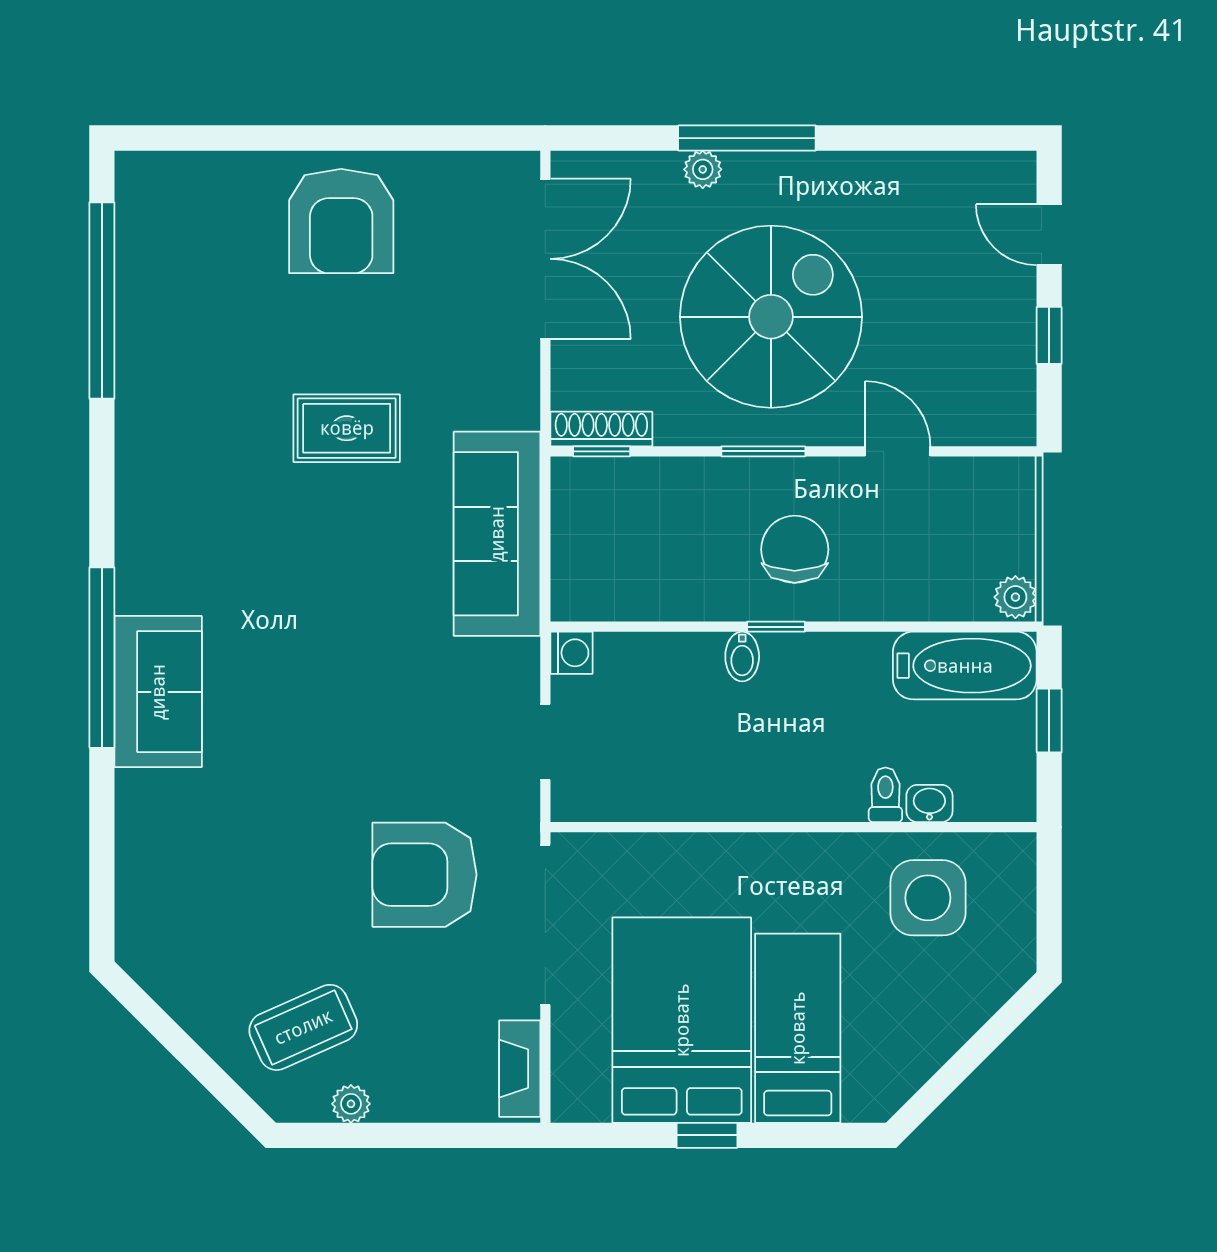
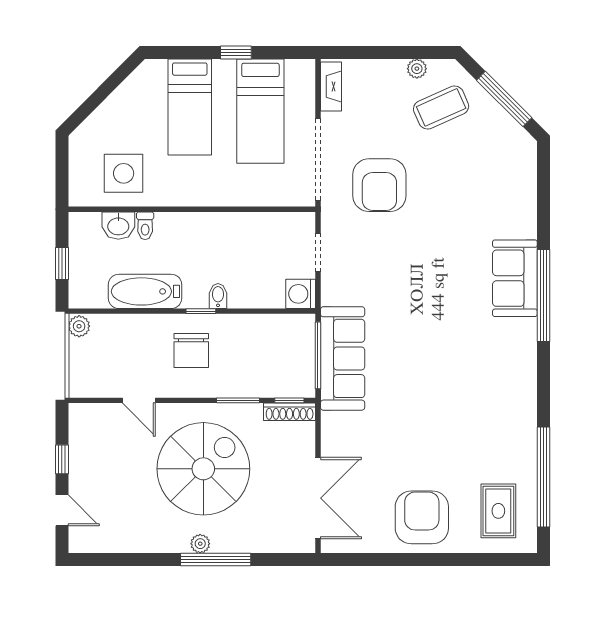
plant: (703, 169) -> (200, 544), moved
double door: (545, 259) -> (318, 498), swing flipped
spiral stairs: (771, 317) -> (203, 469), turned 180
rug: (347, 428) -> (498, 511), moved, turned 90
window: (763, 451) -> (238, 400), moved
window: (545, 540) -> (318, 355), added
washing machine: (572, 653) -> (301, 294), width x1.38, depth x1.38
bathtub: (965, 666) -> (145, 291), moved
washbasin: (929, 803) -> (118, 226), width x1.38, depth x1.45
armchair: (425, 875) -> (379, 185), turned 90
bed: (682, 1020) -> (260, 111), width x0.67
window: (179, 1044) -> (504, 99), added

